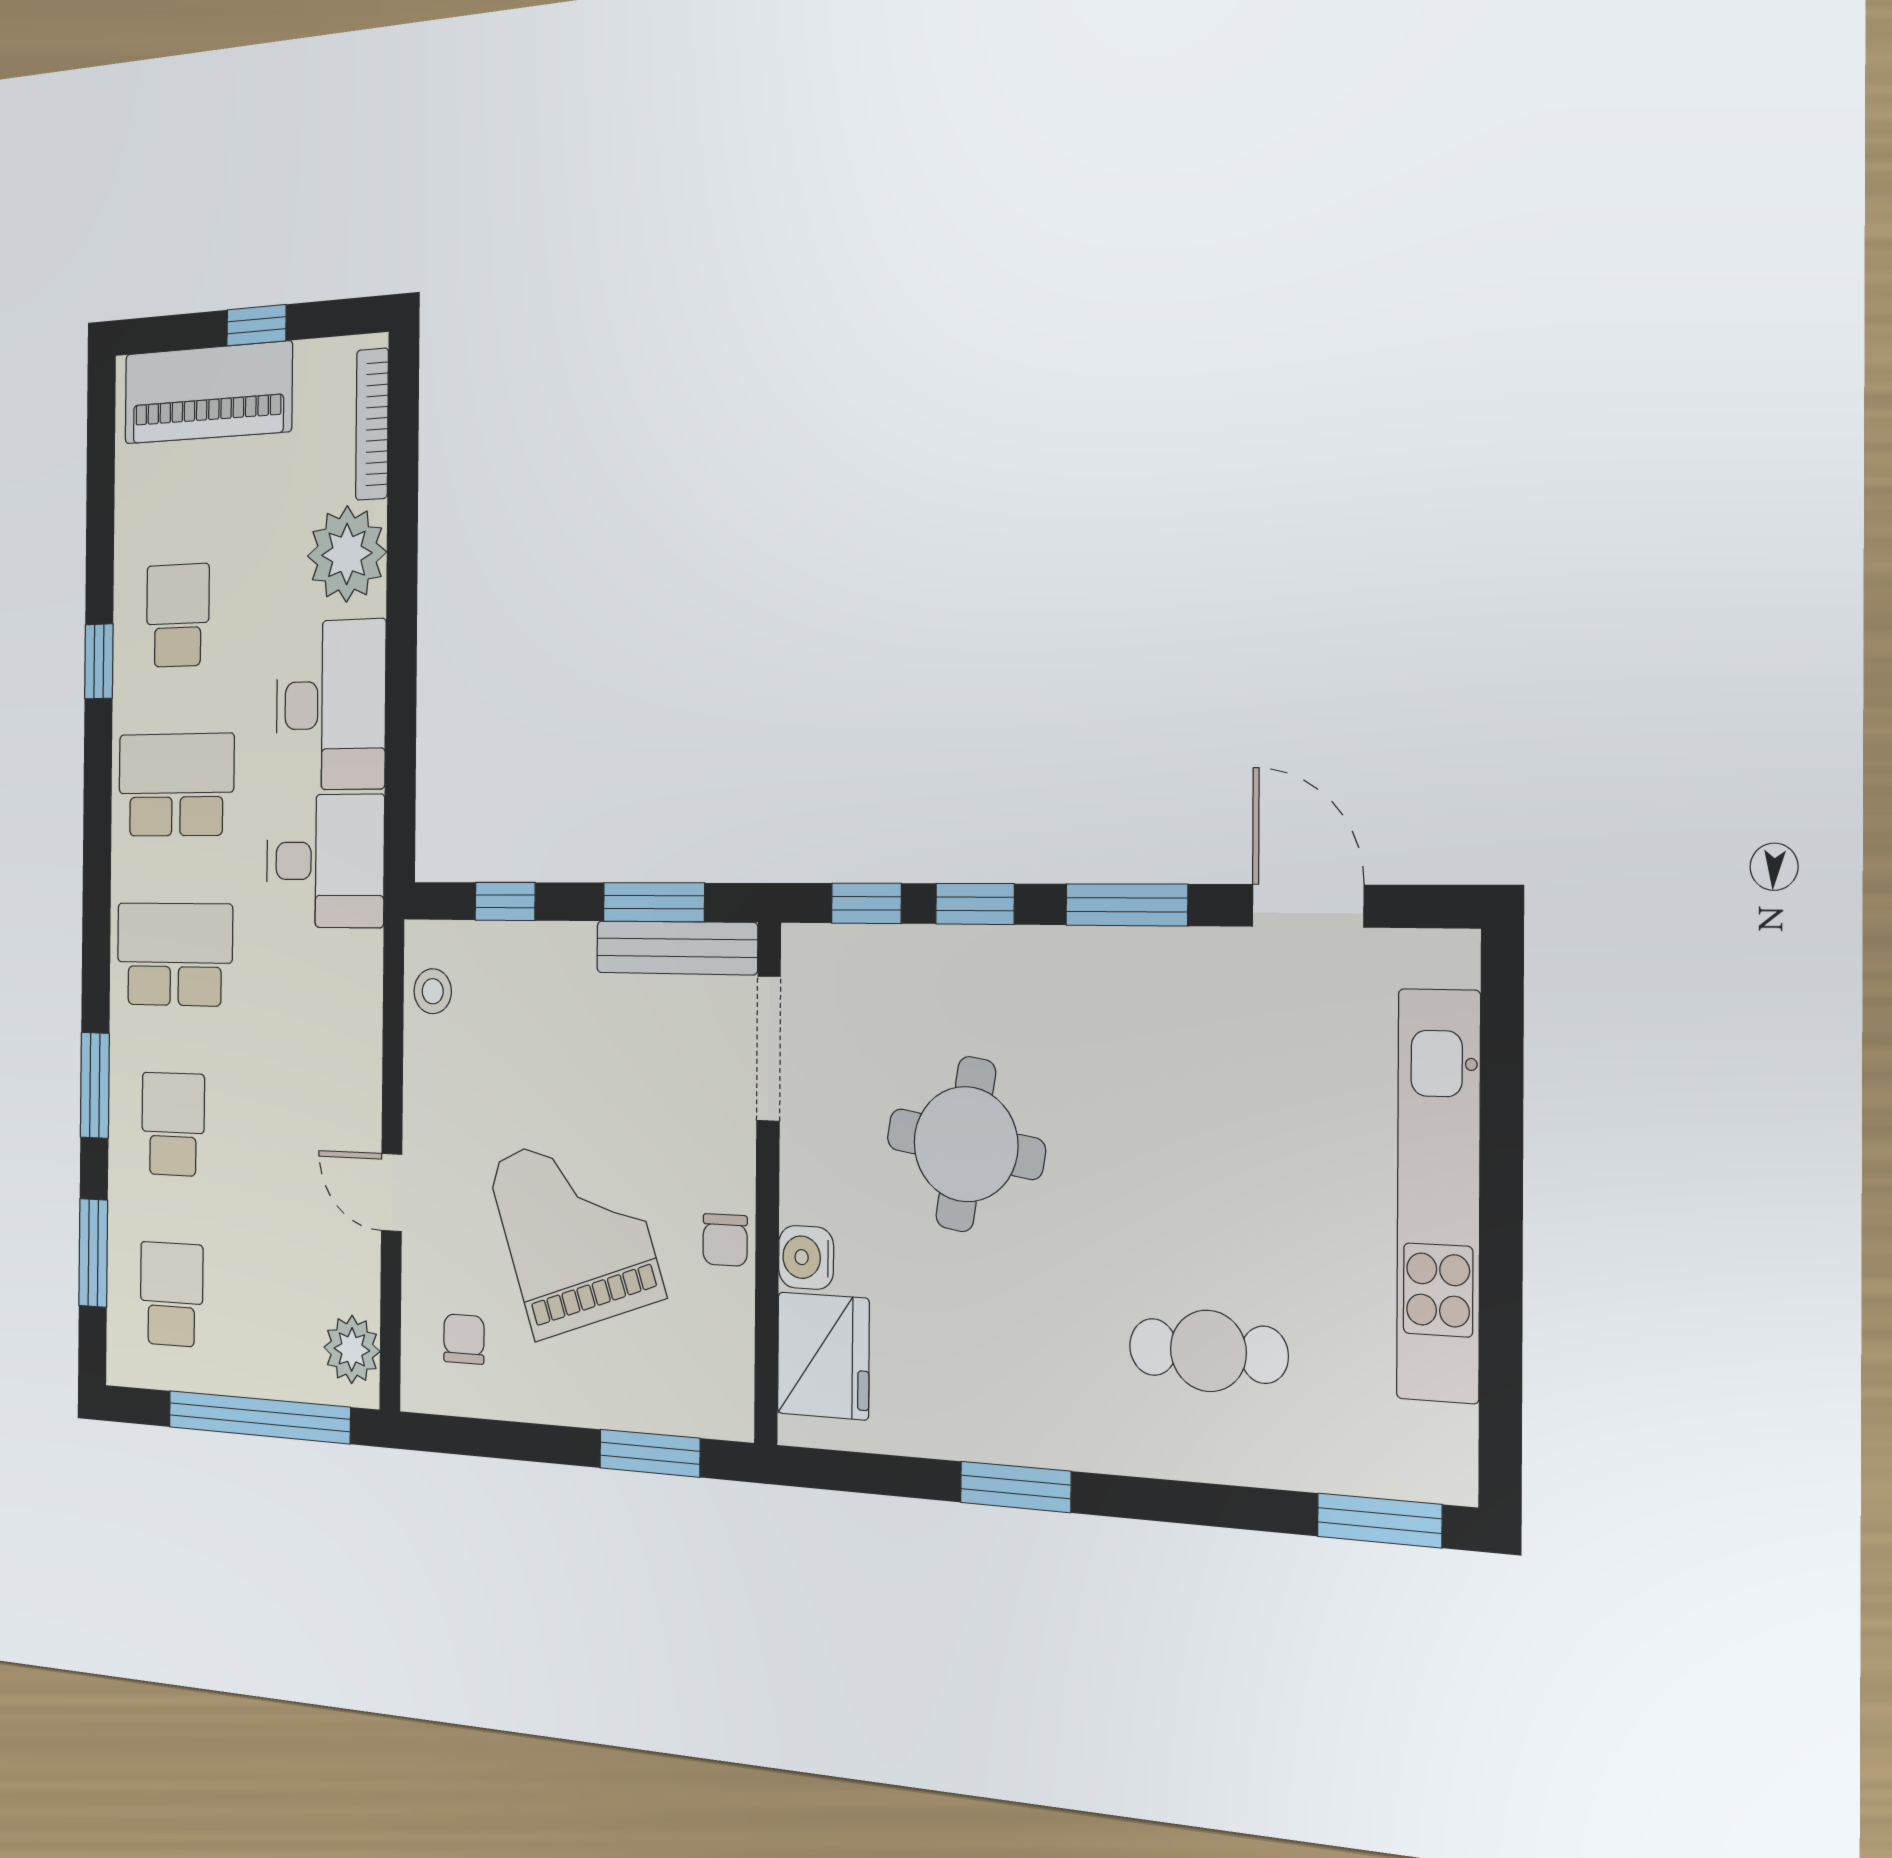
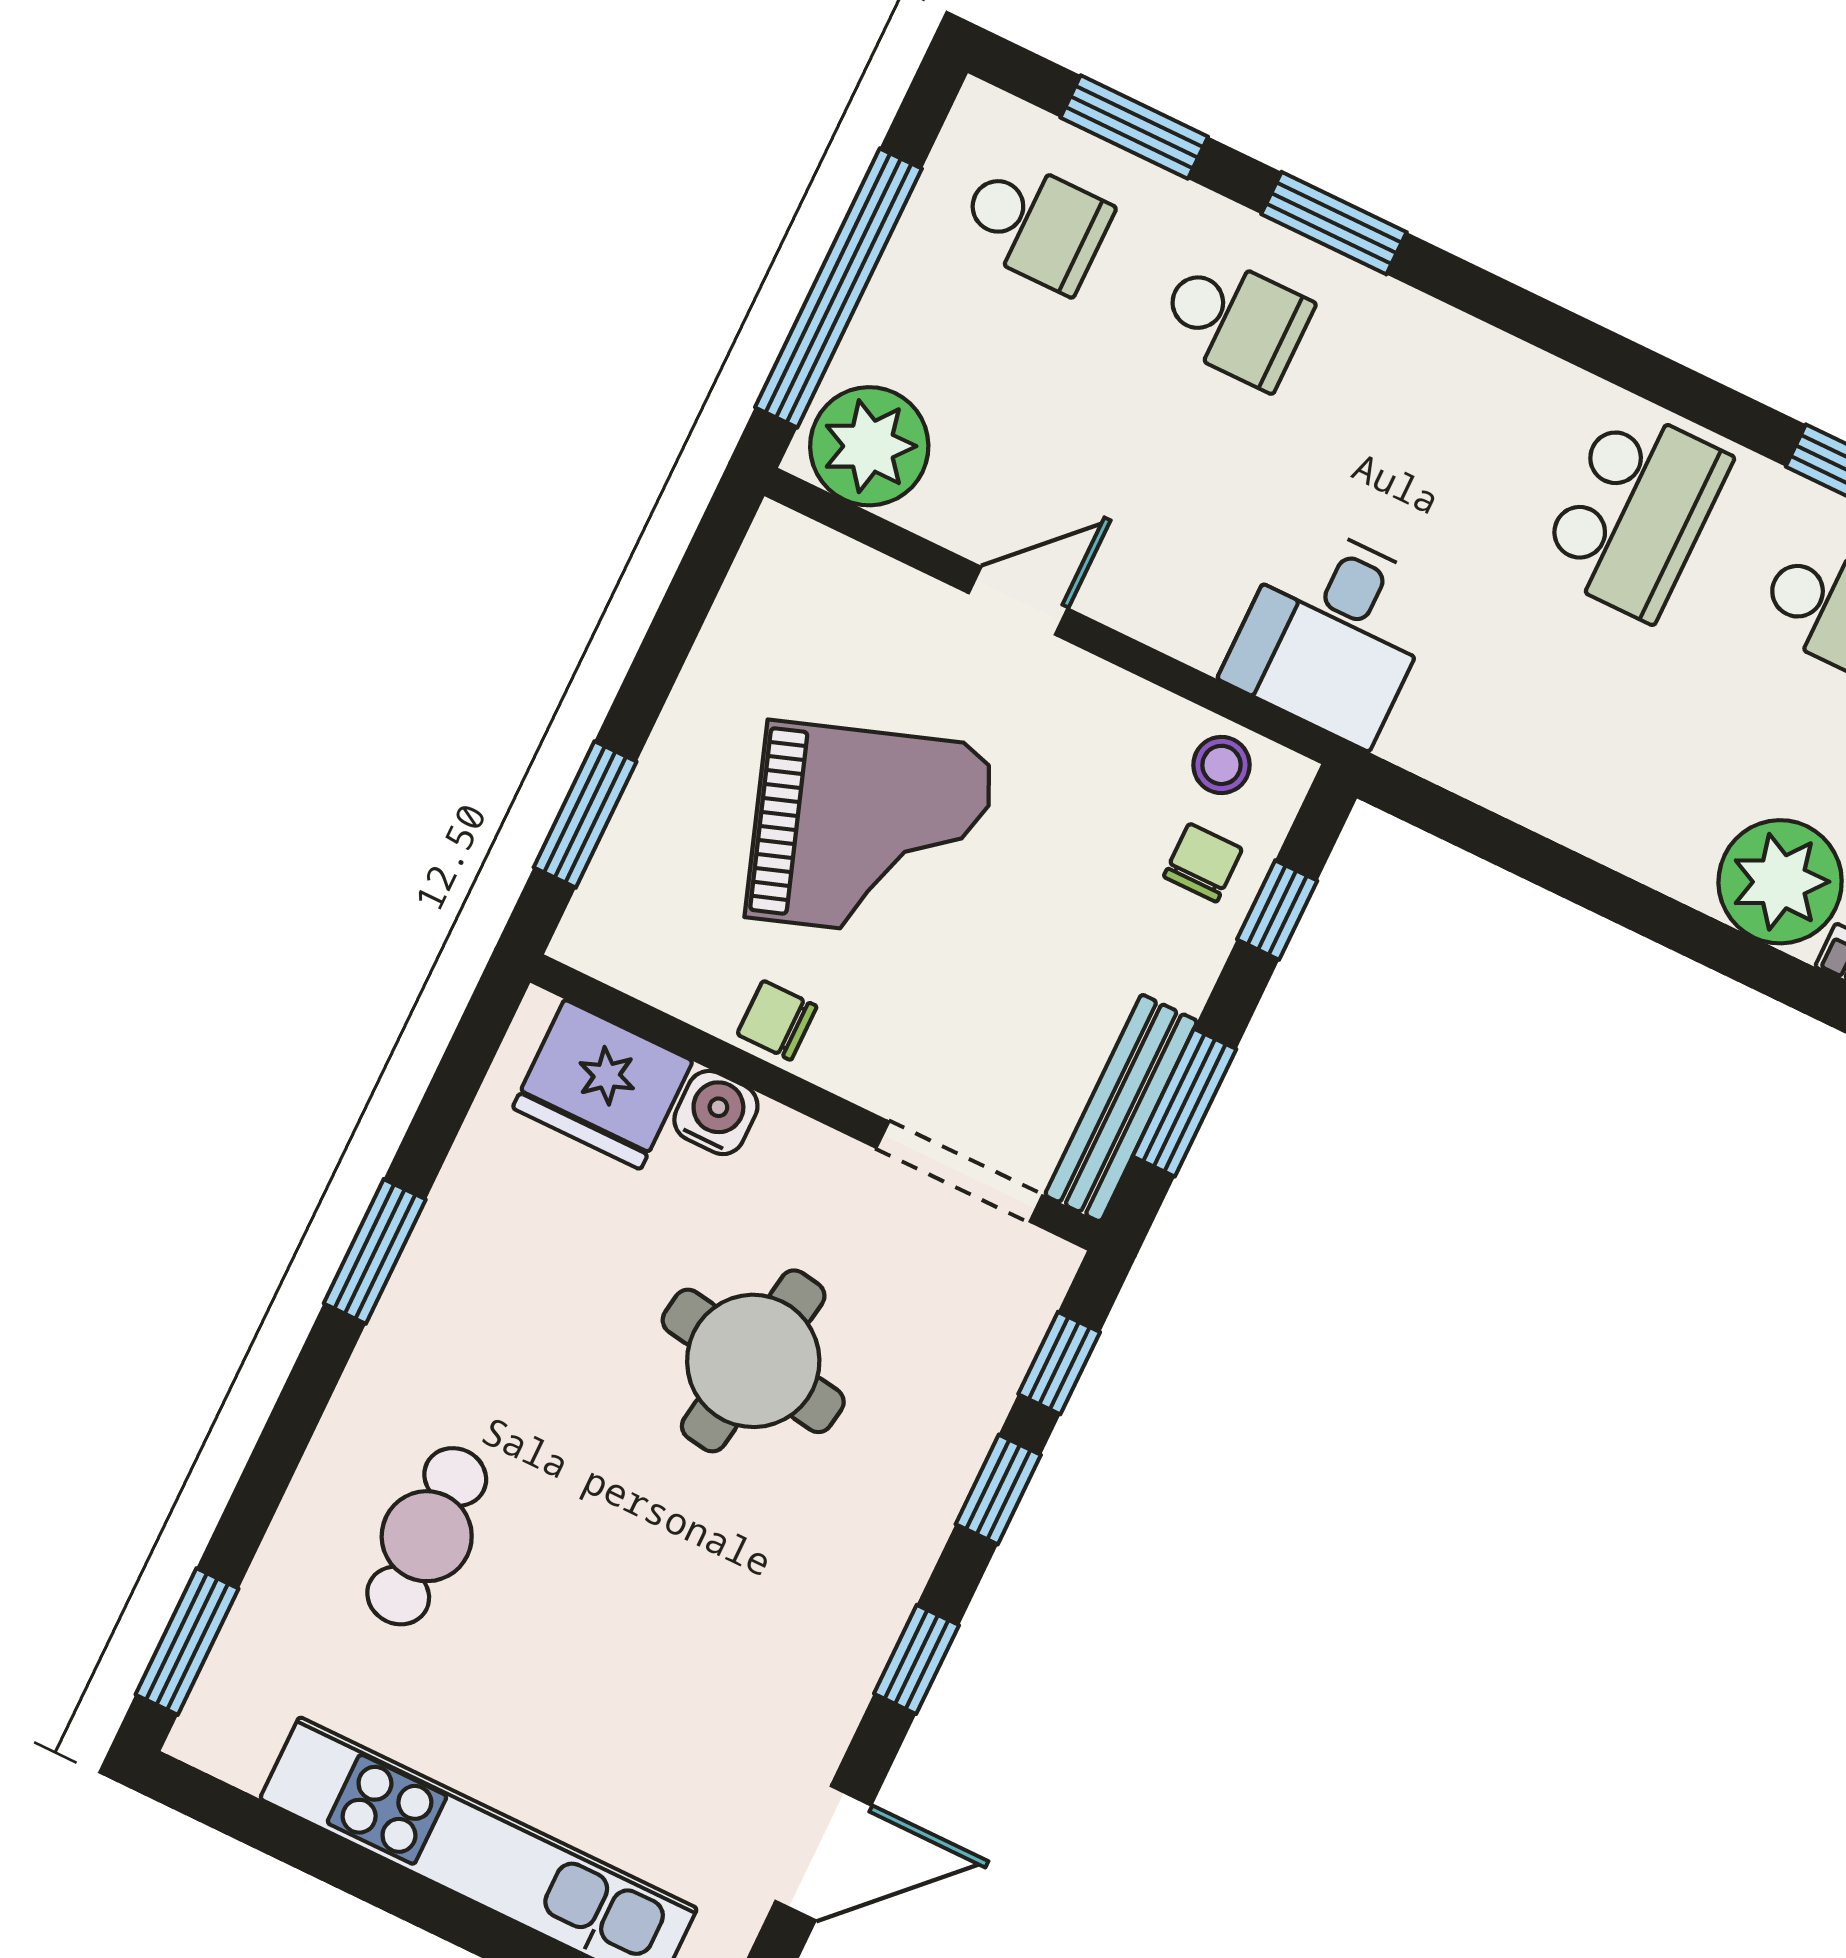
desk: (331, 705) -> (1617, 778), removed
desk: (325, 861) -> (1332, 633), moved
window: (1126, 905) -> (916, 1659), width x0.67
school desk: (175, 954) -> (1435, 417), removed
chair: (464, 1339) -> (1203, 863), moved, turned -90
plant: (352, 1349) -> (869, 446), width x1.36, depth x1.36

